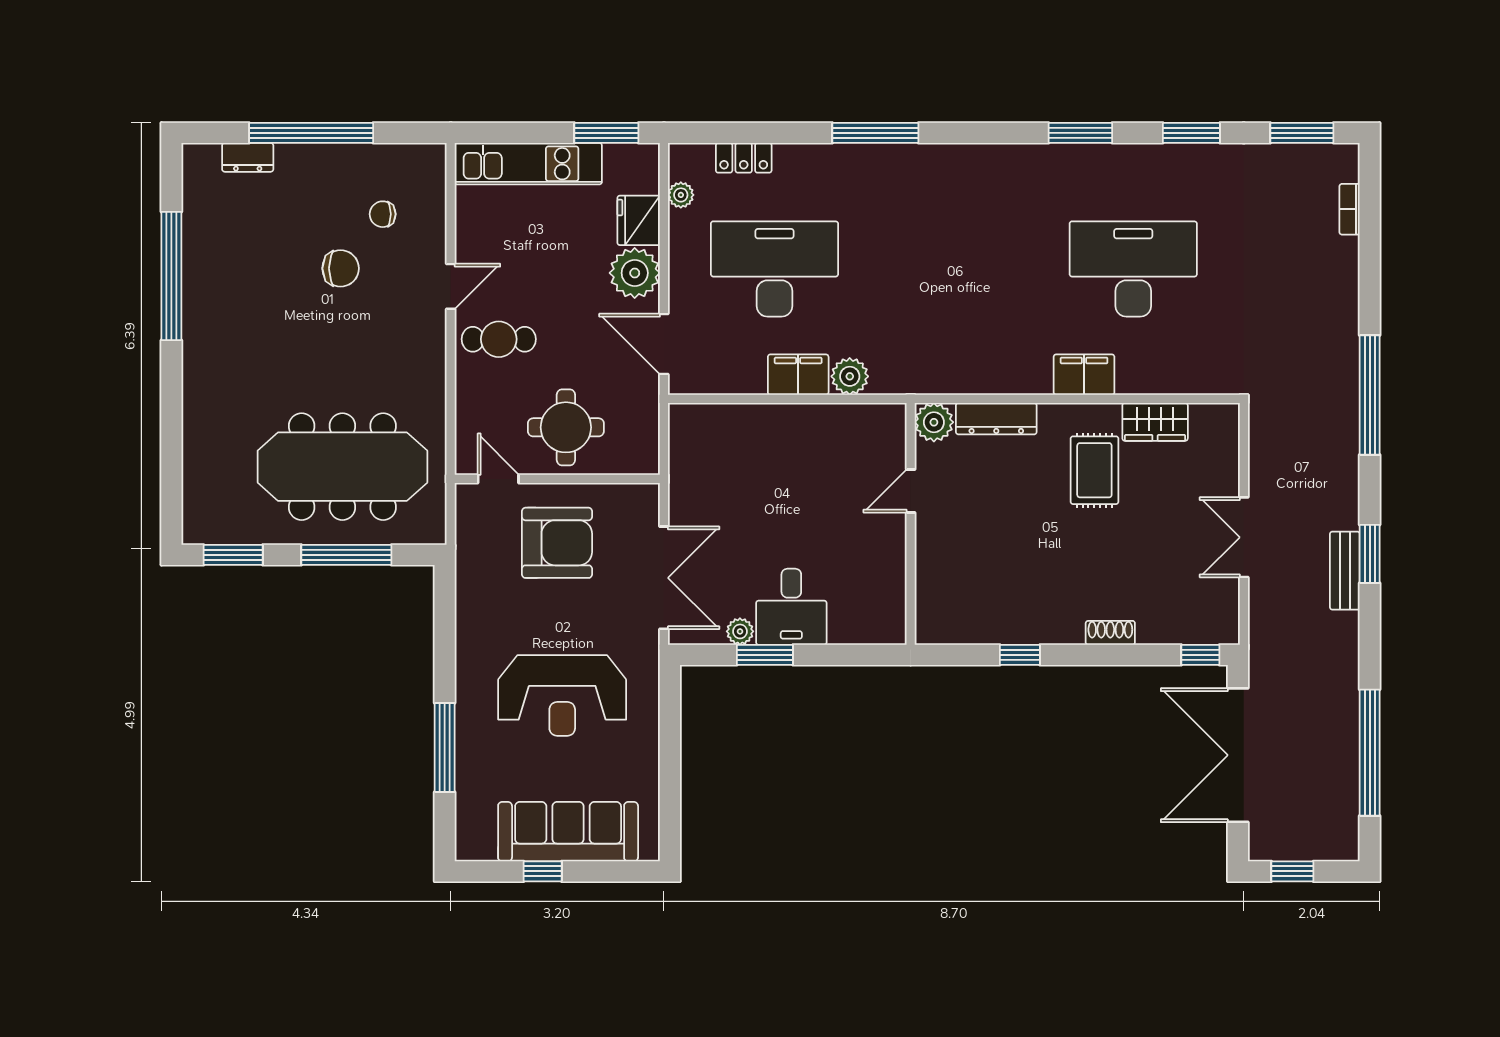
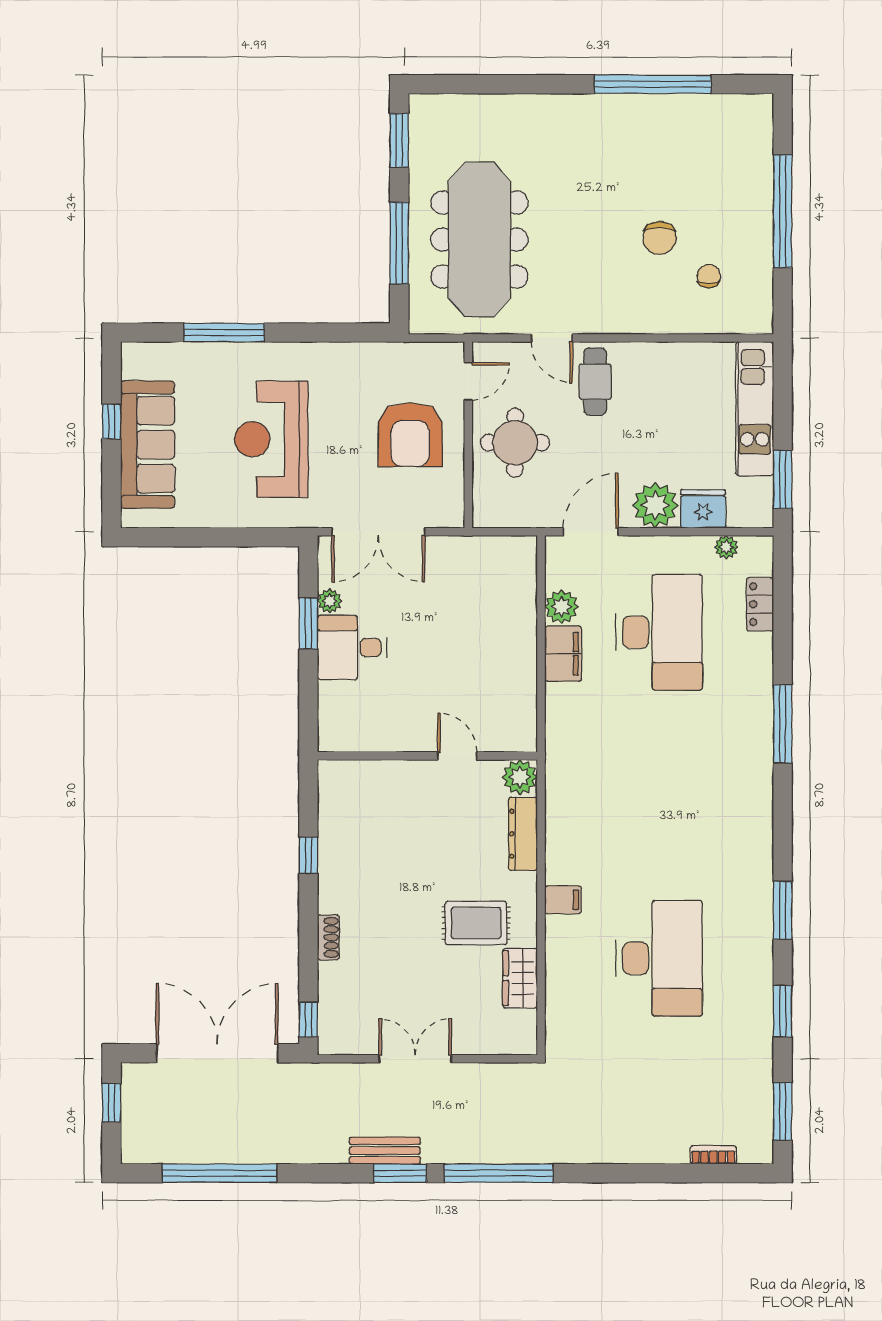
dresser: (248, 157) -> (760, 154), removed
door: (451, 286) -> (552, 338), moved
filing cabinet: (1084, 375) -> (563, 900), width x0.50
plant: (850, 376) -> (561, 607), moved
window: (1370, 395) -> (499, 1173), moved

